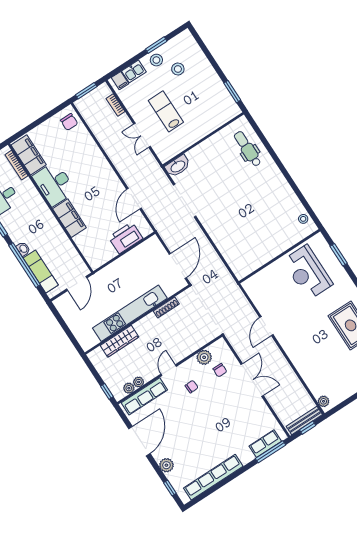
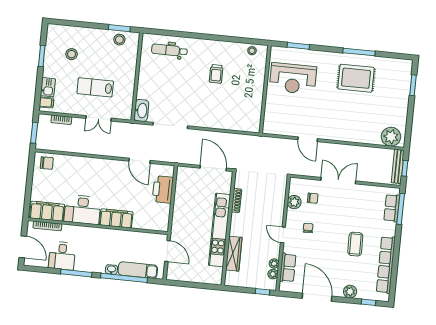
stool: (156, 60) -> (119, 40), moved
trolley: (259, 204) -> (216, 74), added
row of seats: (144, 396) -> (288, 268), width x0.68
plant: (324, 401) -> (391, 137), width x1.88, depth x1.88
coffee table: (210, 437) -> (355, 244), added

